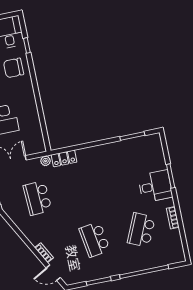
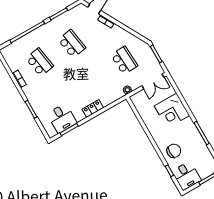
locker: (64, 158) -> (93, 109), moved
desk: (155, 186) -> (62, 118), moved, turned -90
school desk: (141, 230) -> (40, 62), turned -33

